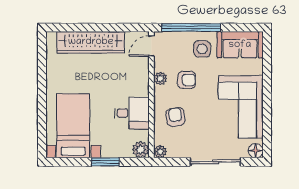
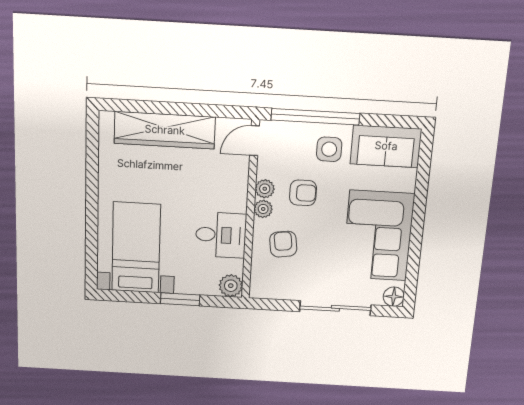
plant: (160, 152) -> (263, 209), moved

